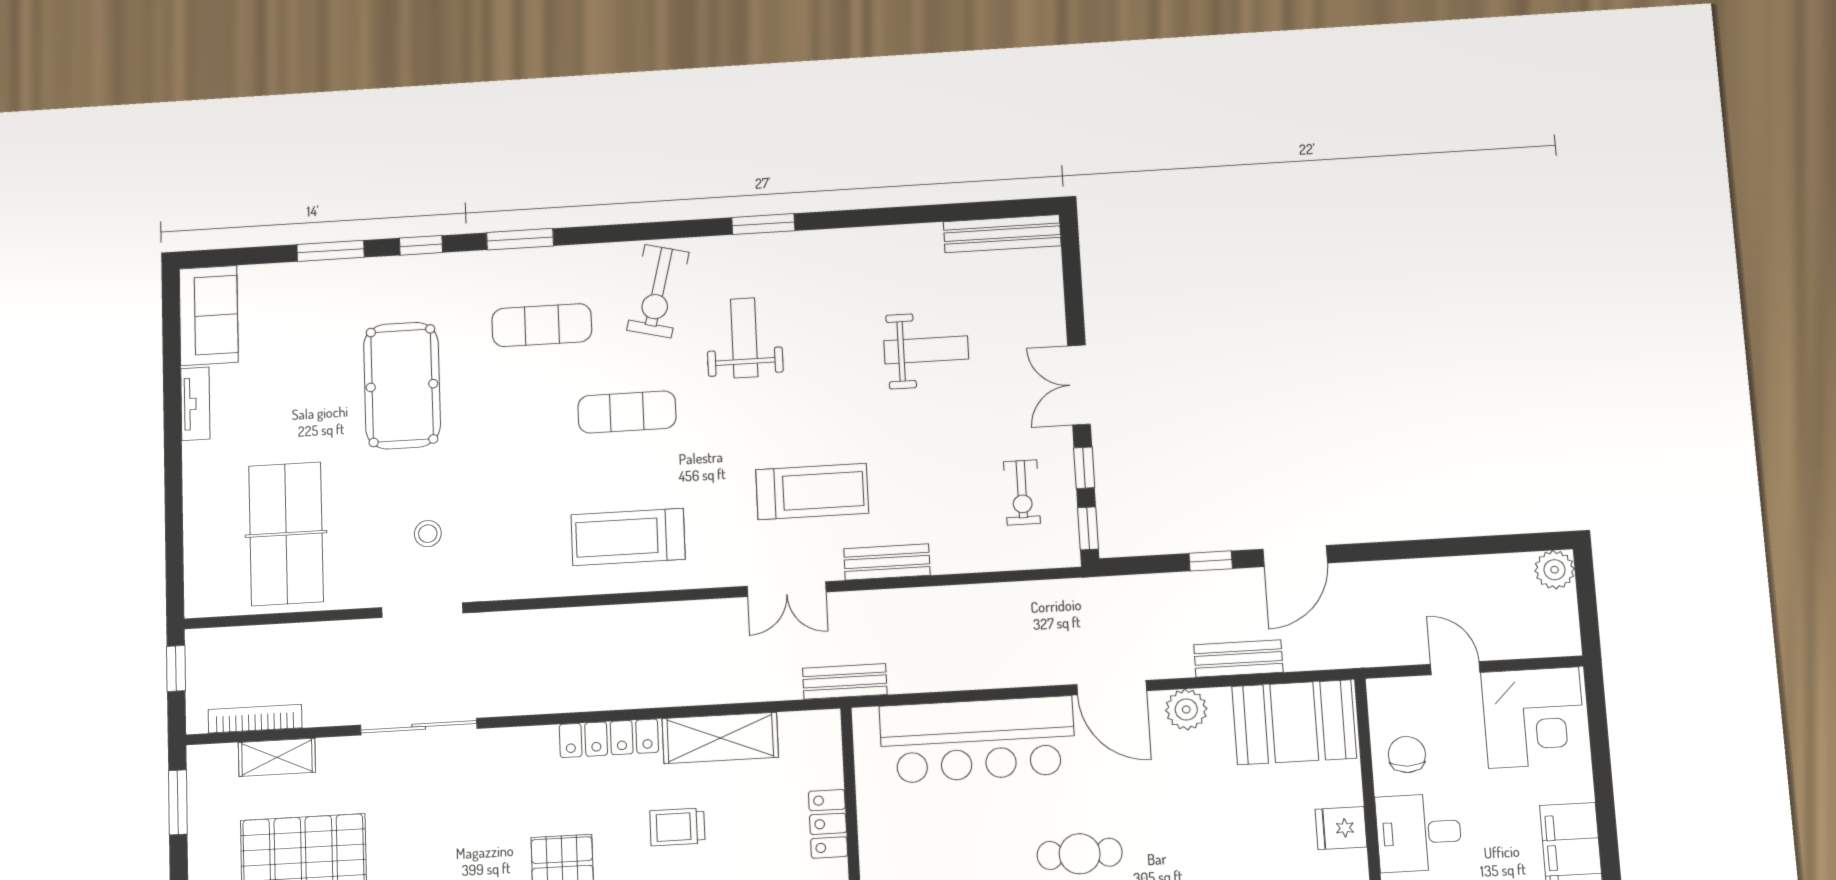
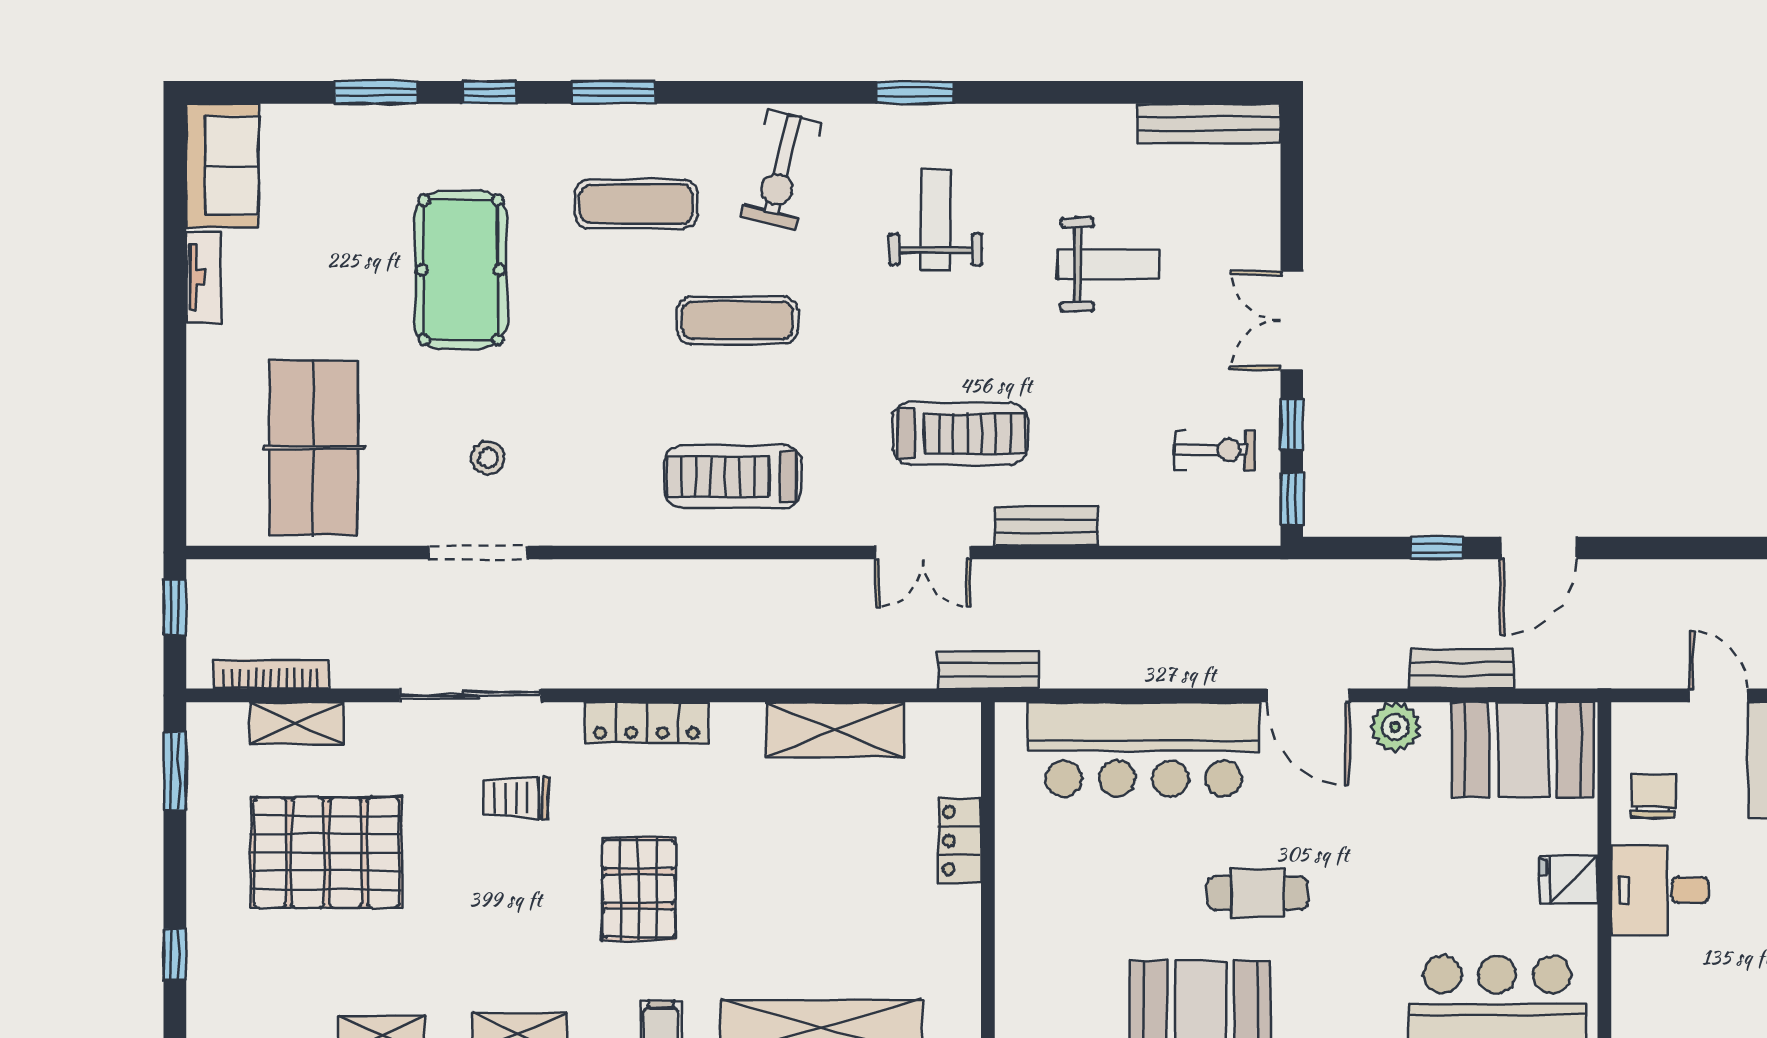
weight bench: (744, 338) -> (936, 220), moved
exercise bike: (1022, 492) -> (1215, 450), turned -90
locker: (609, 738) -> (647, 723), moved
trolley: (677, 827) -> (516, 798), moved

